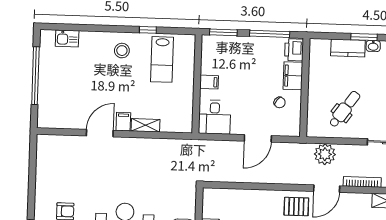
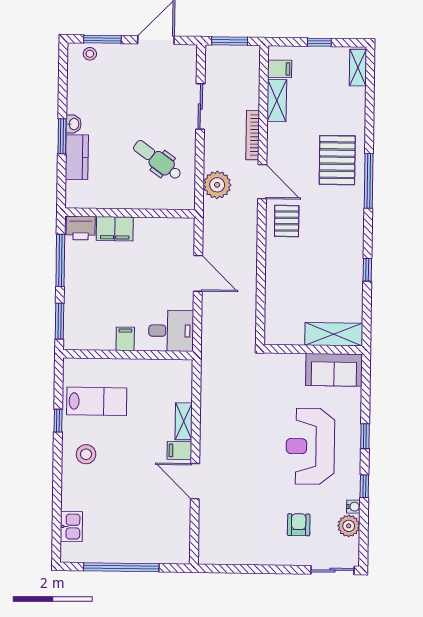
chair: (280, 102) -> (150, 246), removed

